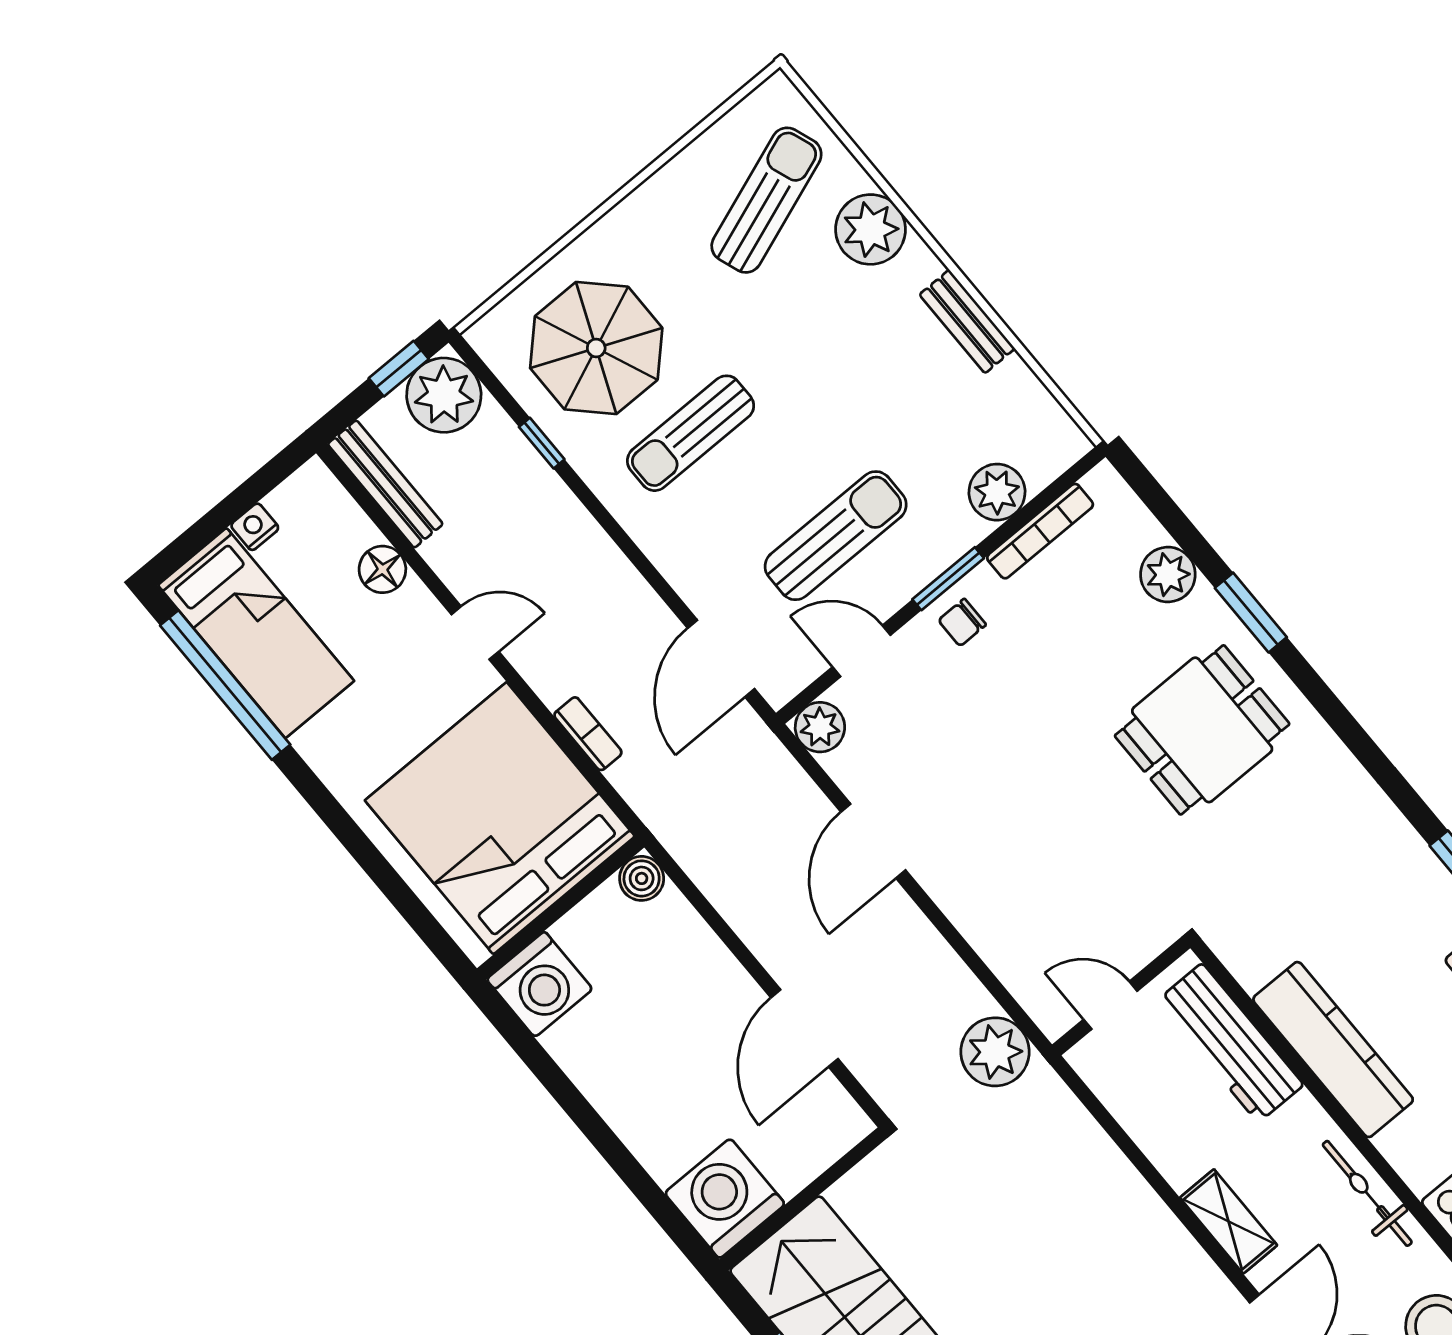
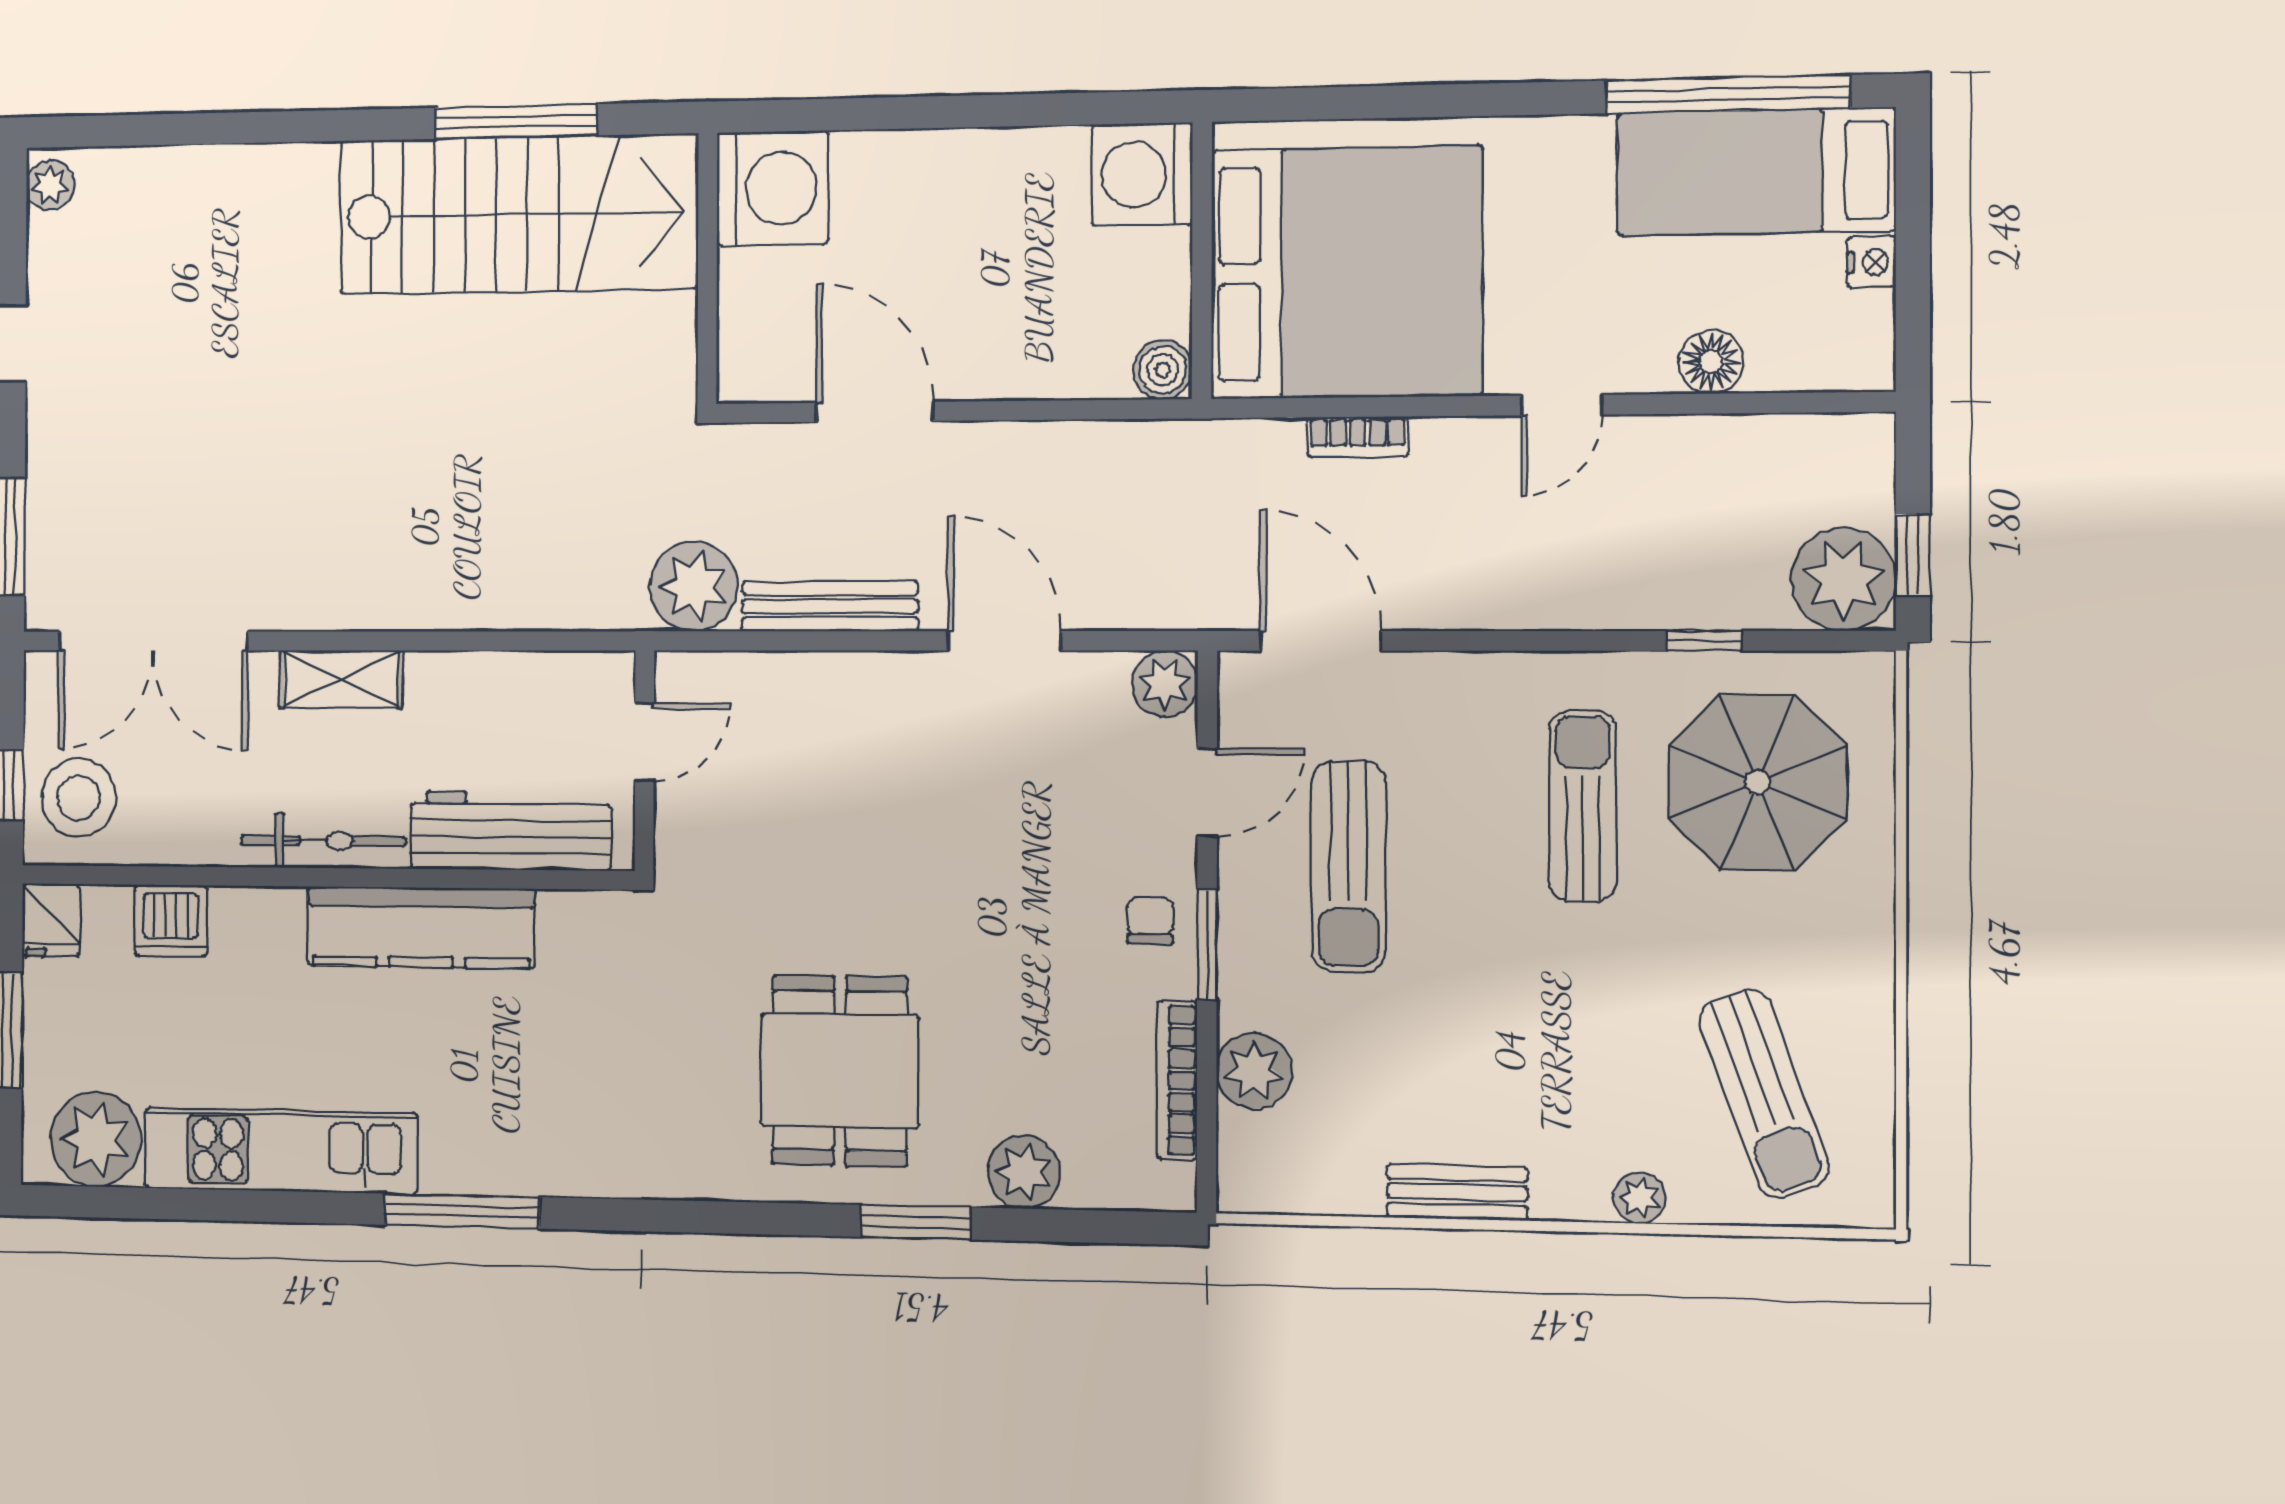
plant: (871, 229) -> (1640, 1198), width x0.53, depth x0.53
bench: (385, 484) -> (830, 606), moved
bicycle: (1367, 1193) -> (323, 841), moved

